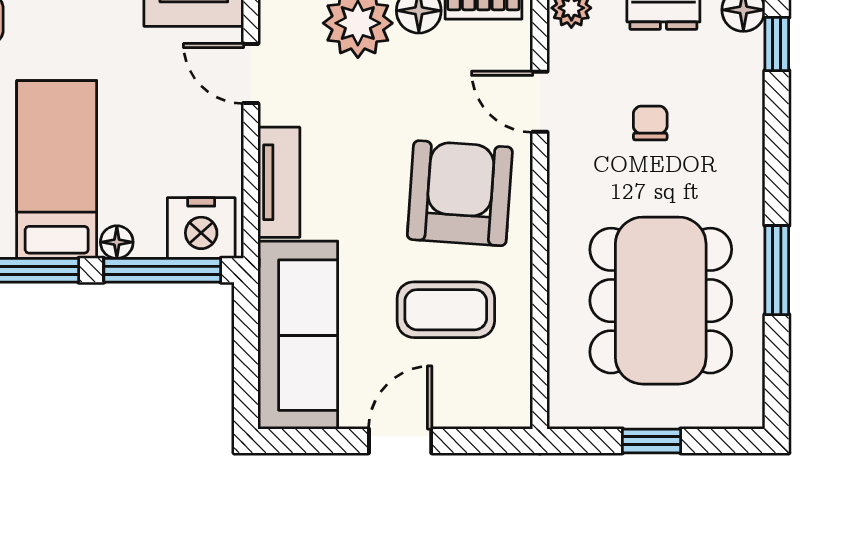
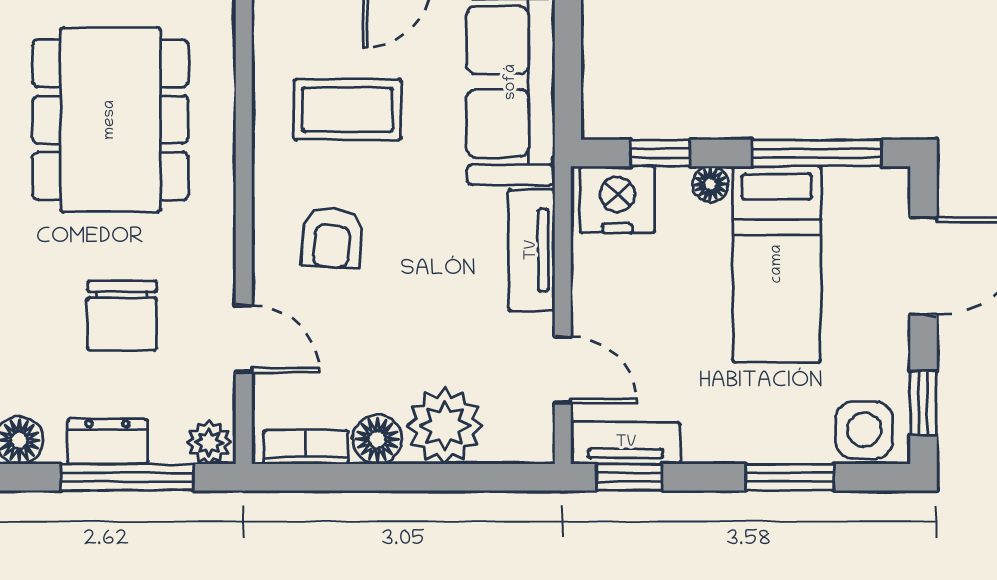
chair: (650, 123) -> (122, 316), width x1.87, depth x1.87
armchair: (460, 193) -> (332, 238), width x0.53, depth x0.53
window: (162, 270) -> (660, 153), width x0.46

